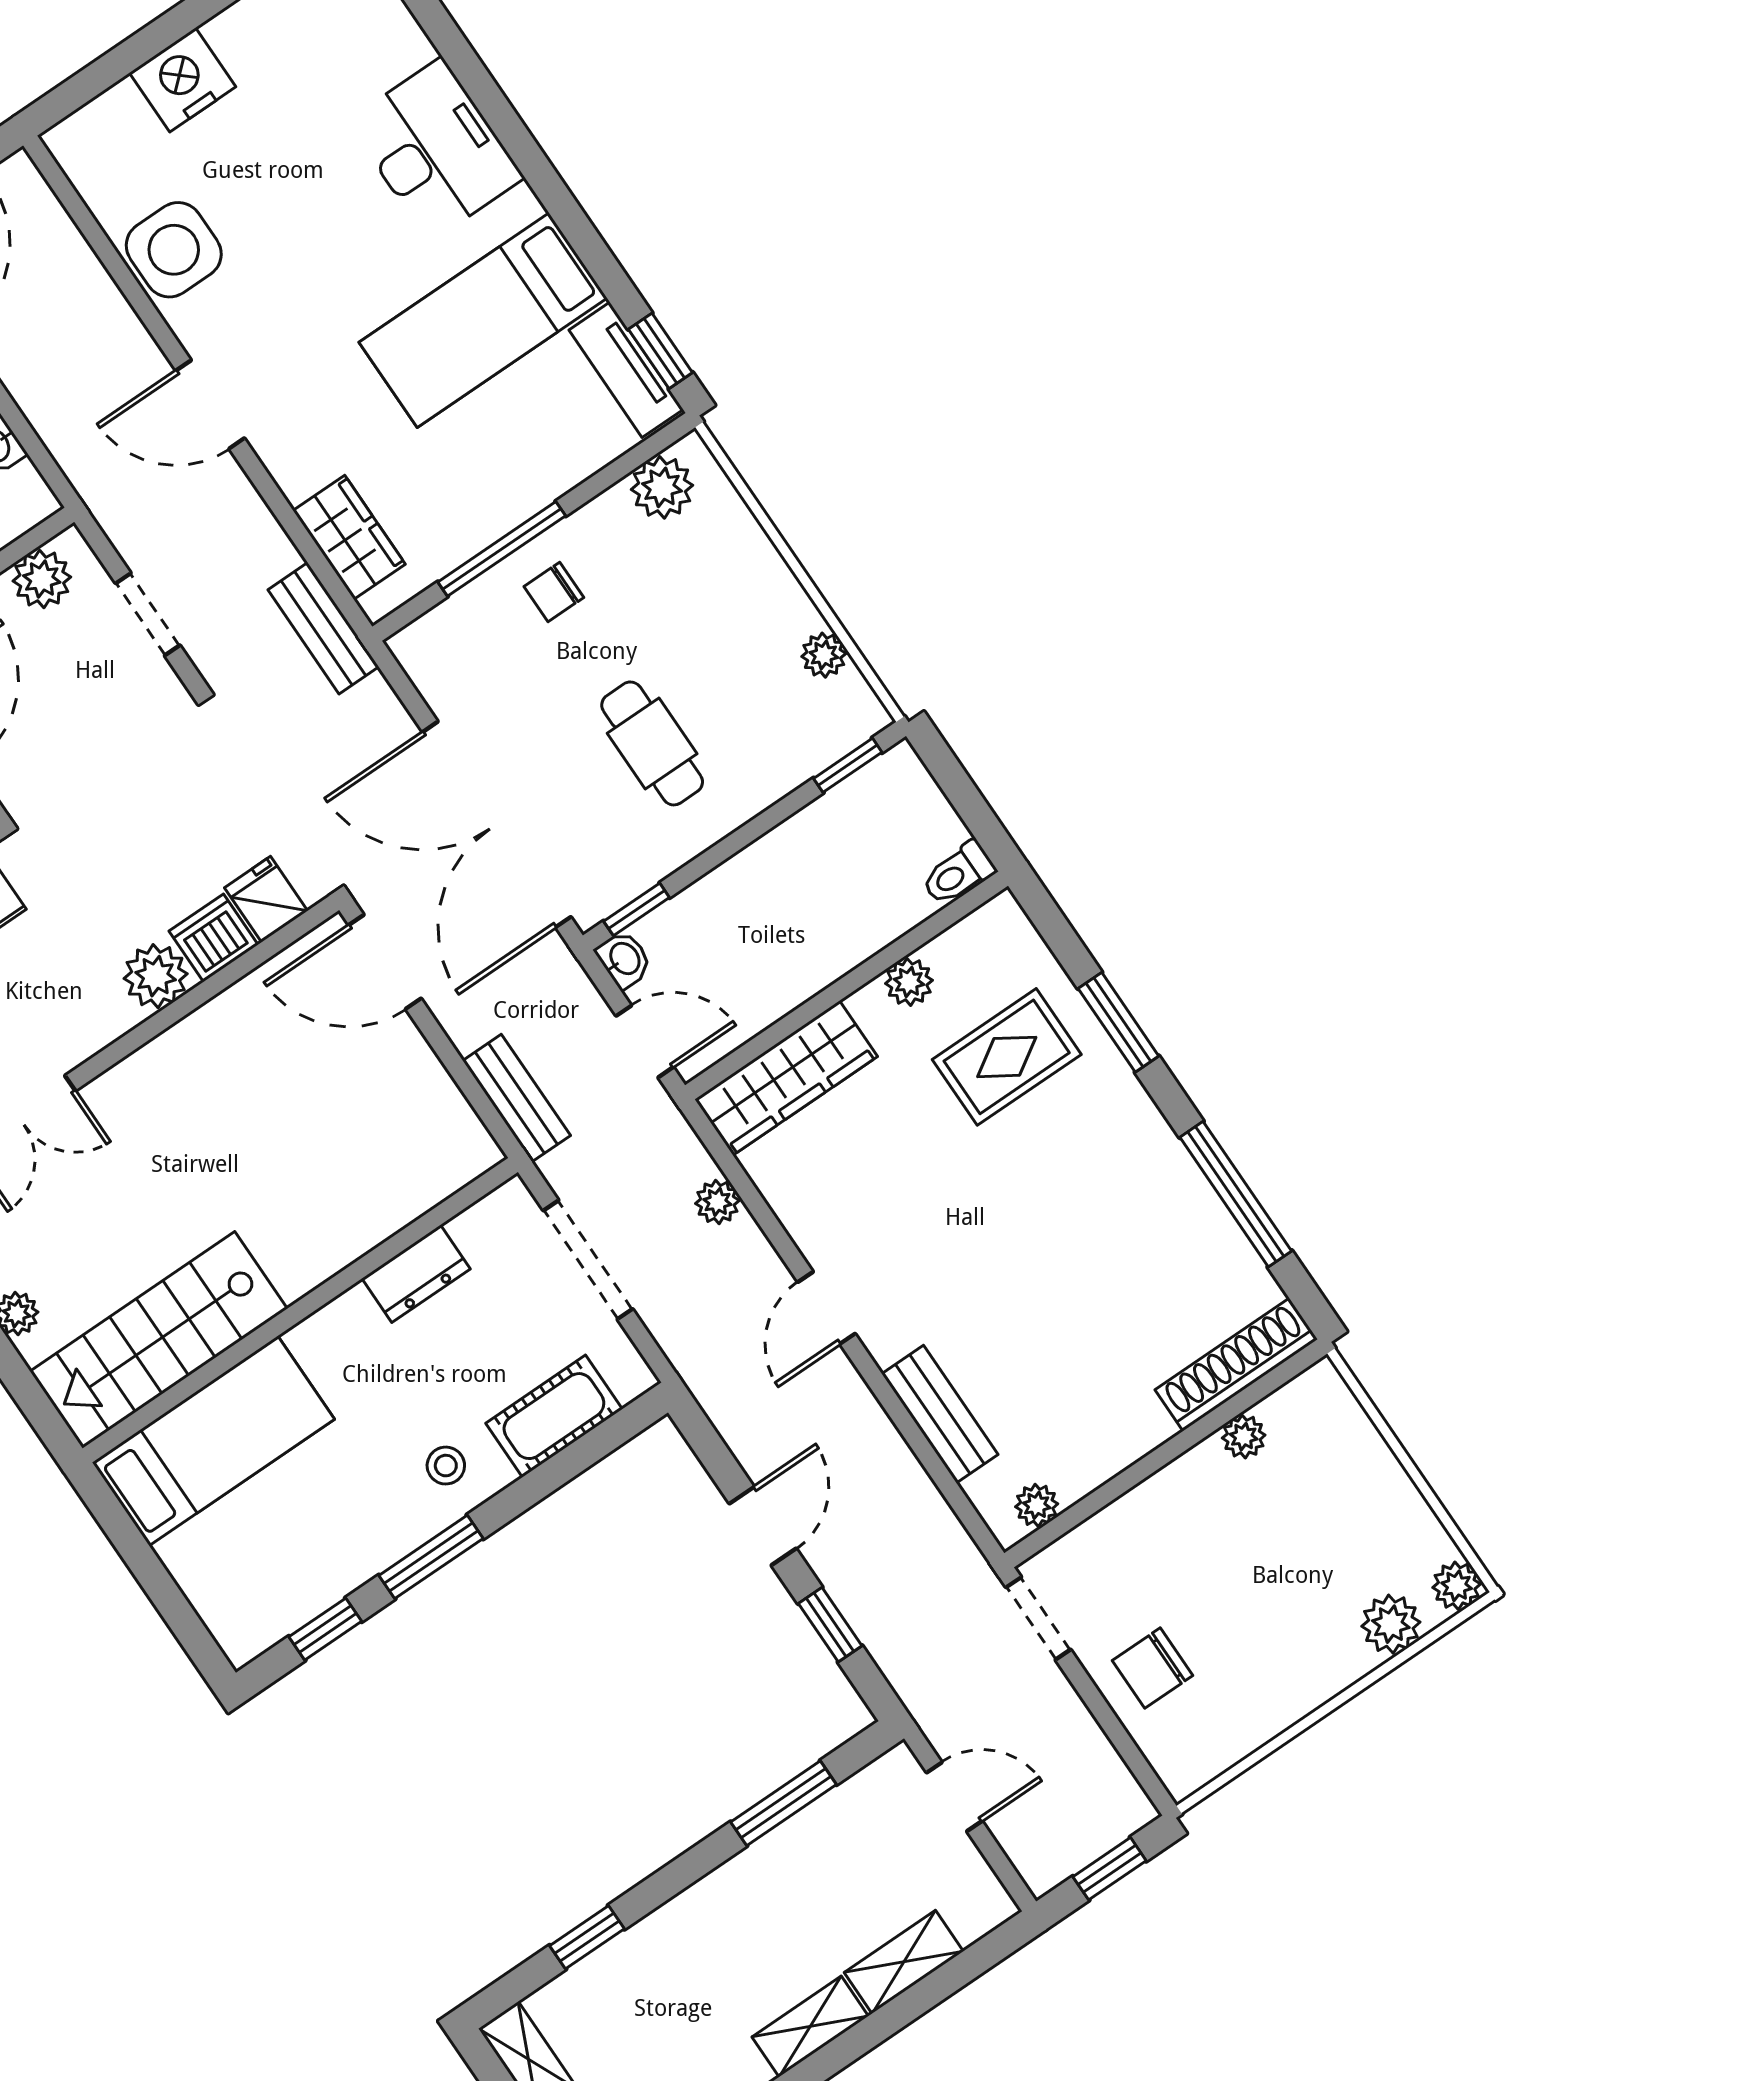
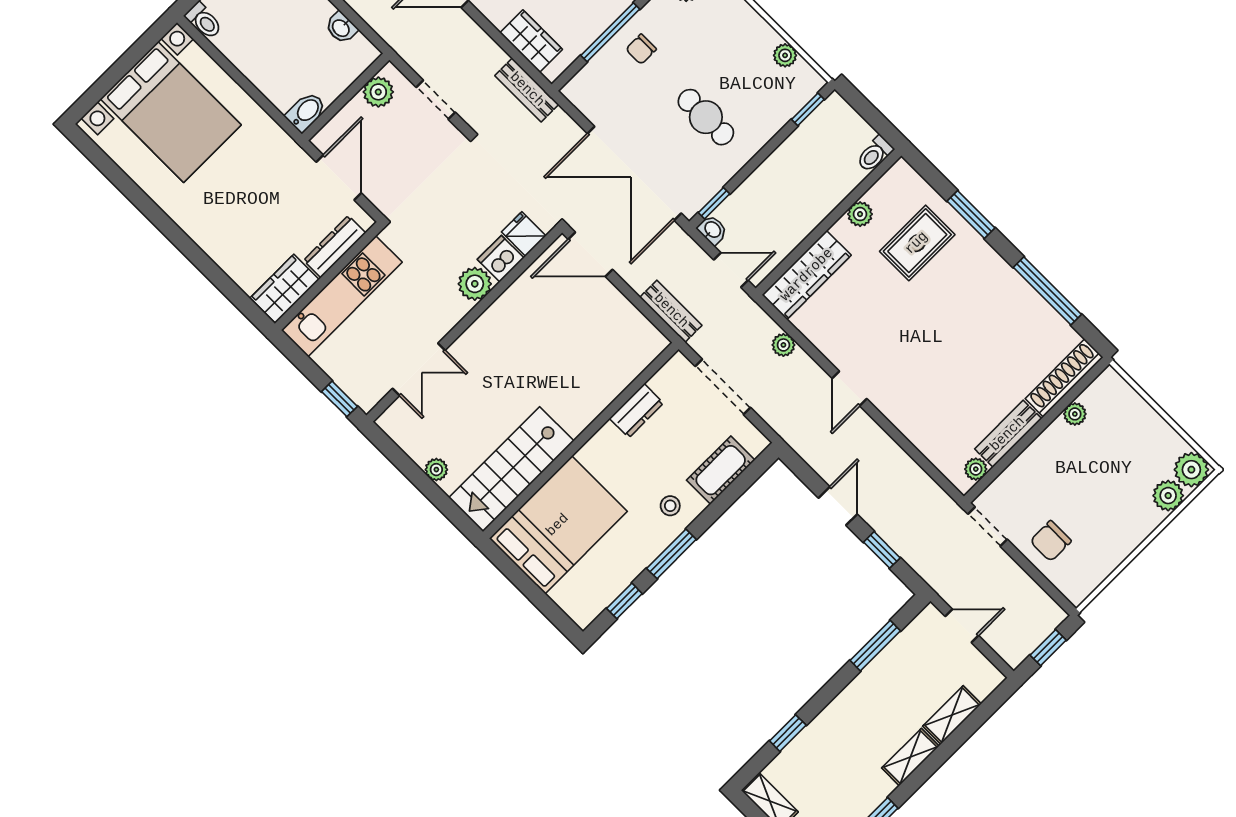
bench: (940, 1414) -> (1008, 434), moved, turned 90
bed: (213, 1441) -> (558, 525), width x1.50
plant: (1457, 1586) -> (1191, 470), width x1.38, depth x1.38

